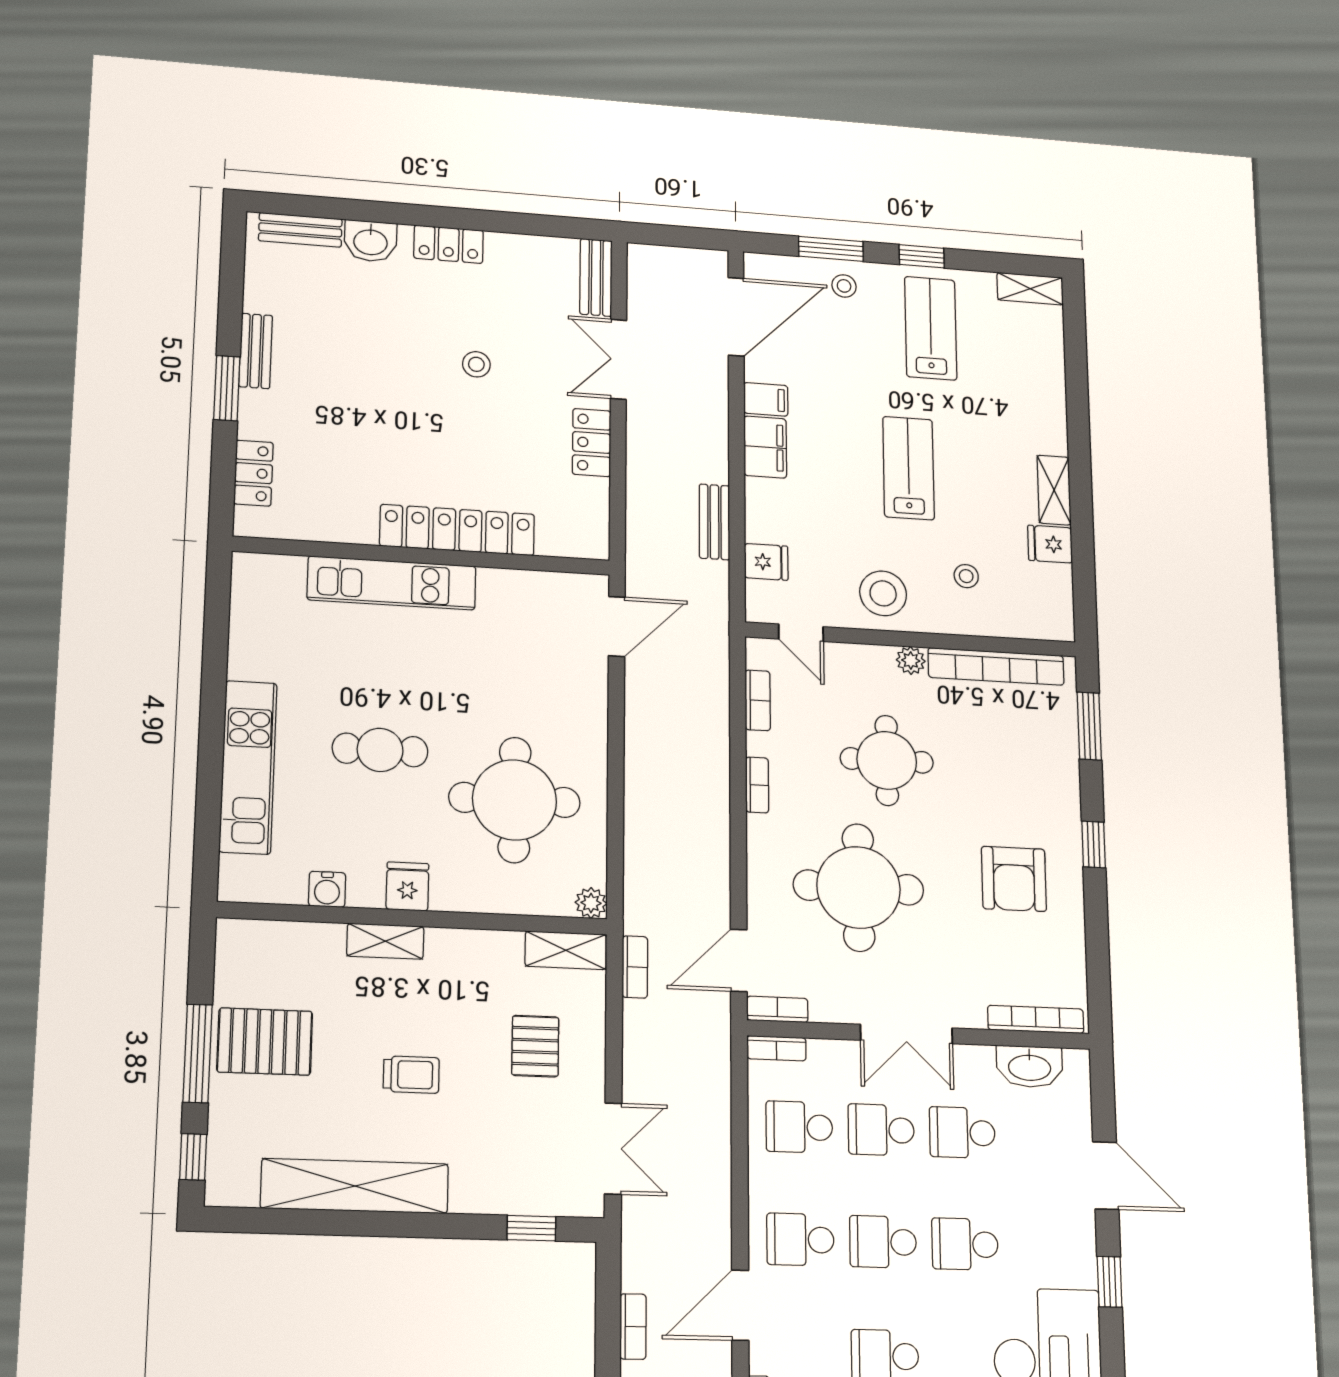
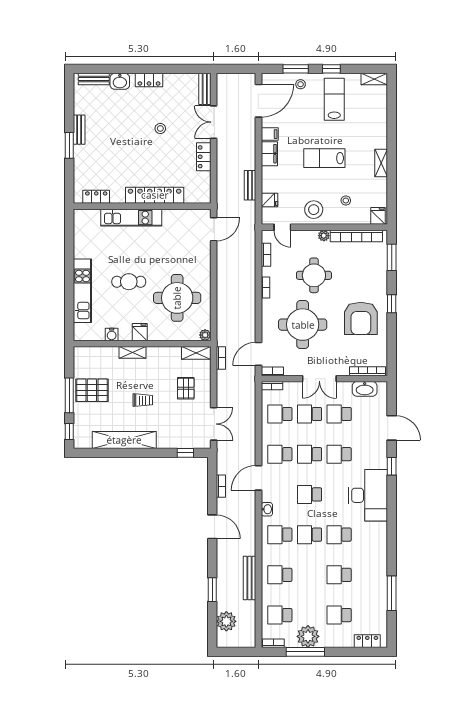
lab bench: (909, 468) -> (324, 158), turned -90
locker: (253, 473) -> (96, 197), moved, turned -90
fridge: (1050, 544) -> (378, 216), moved, turned 90
armchair: (1014, 879) -> (361, 318), width x1.36, depth x1.36

